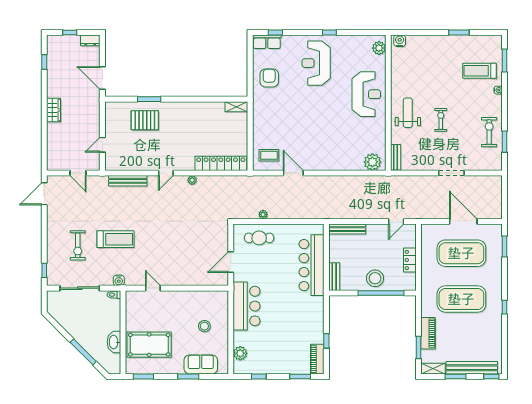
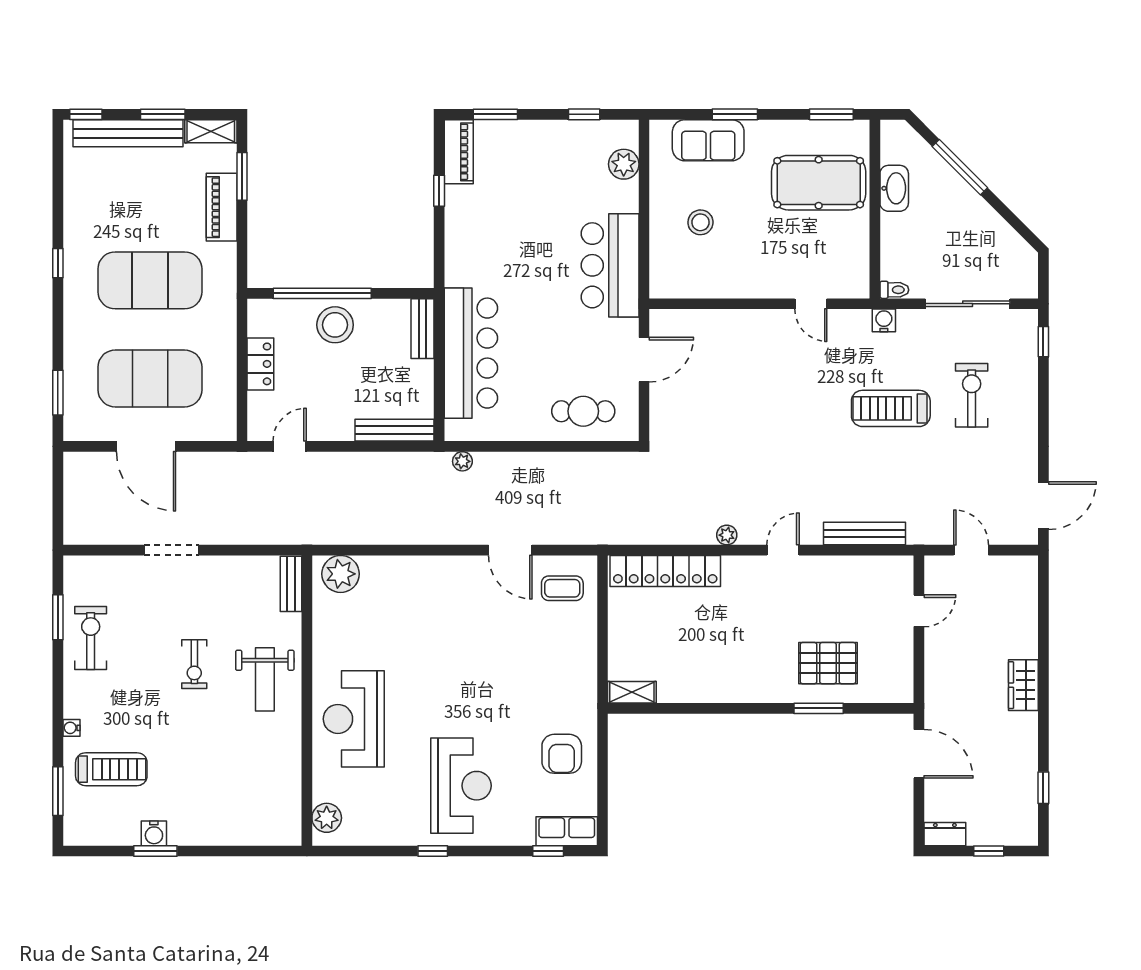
water cooler: (400, 41) -> (154, 833), moved
exercise bike: (489, 132) -> (91, 638), turned 180
plant: (263, 215) -> (462, 461), moved

